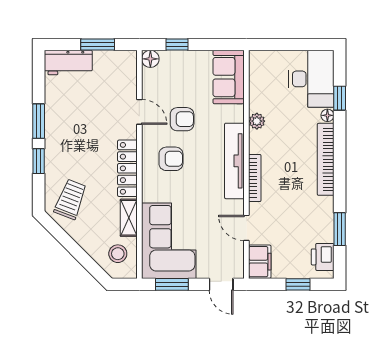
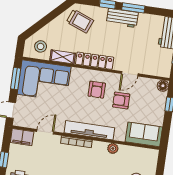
armchair: (182, 119) -> (121, 100), turned 90
workbench: (56, 136) -> (122, 18), added

